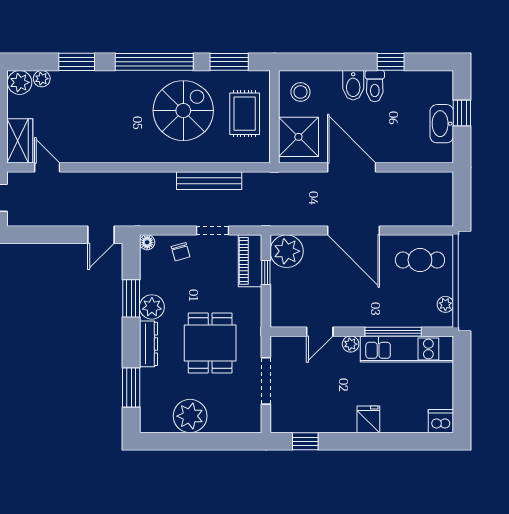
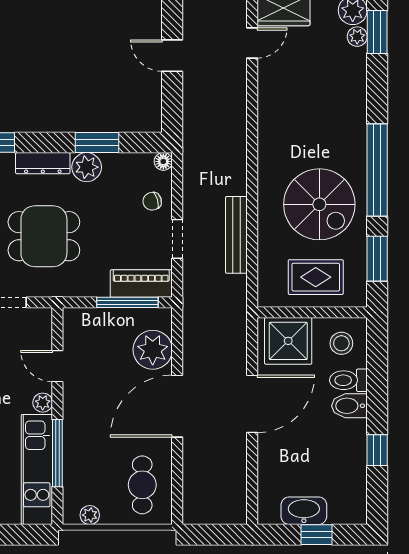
window: (77, 62) -> (377, 32), moved
toilet: (375, 86) -> (348, 380), moved
door: (101, 235) -> (172, 56), moved
plant: (287, 251) -> (153, 350), moved
window: (266, 273) -> (127, 302), width x2.17

